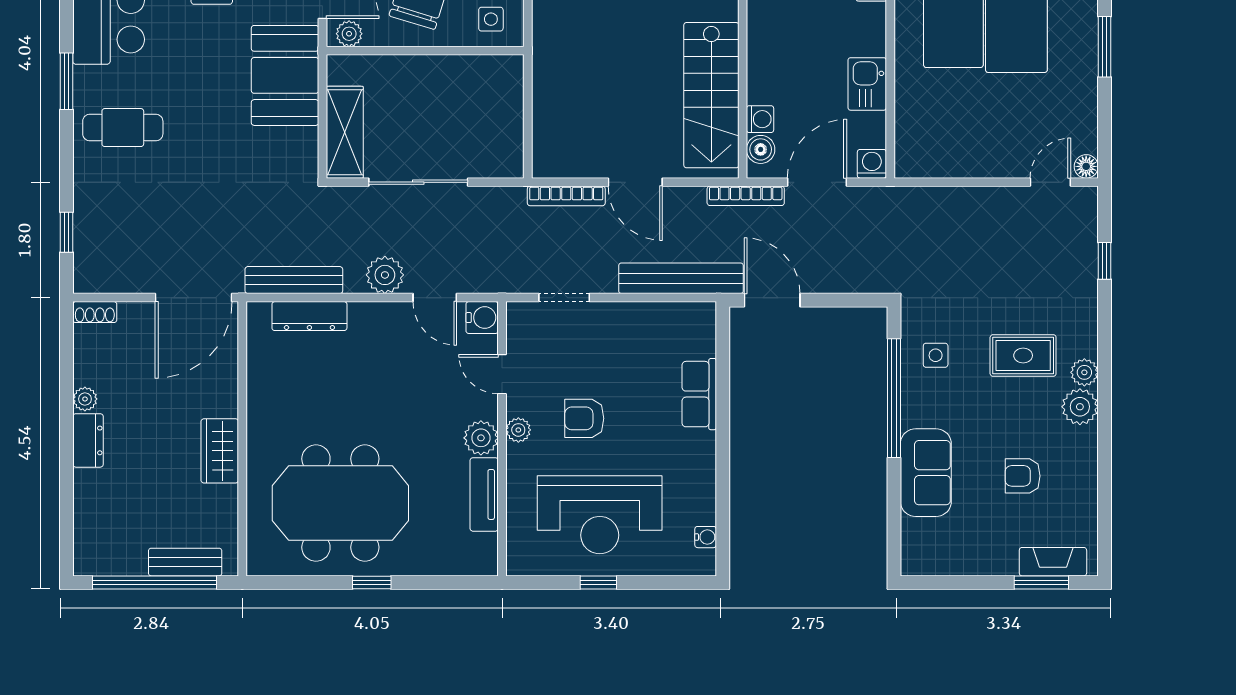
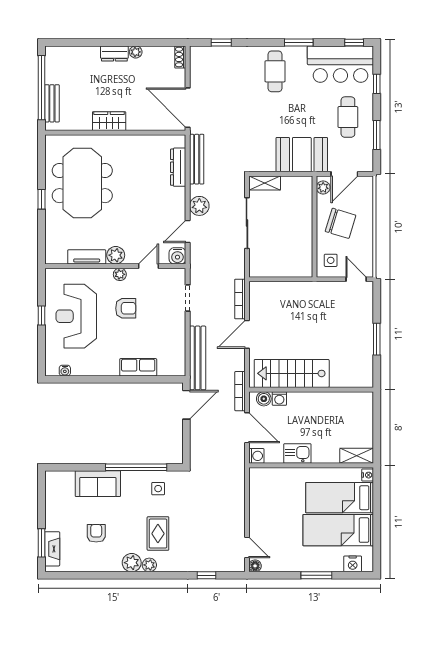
shelving: (345, 132) -> (265, 183), width x0.67, depth x0.75
armchair: (584, 418) -> (126, 308), turned 90

